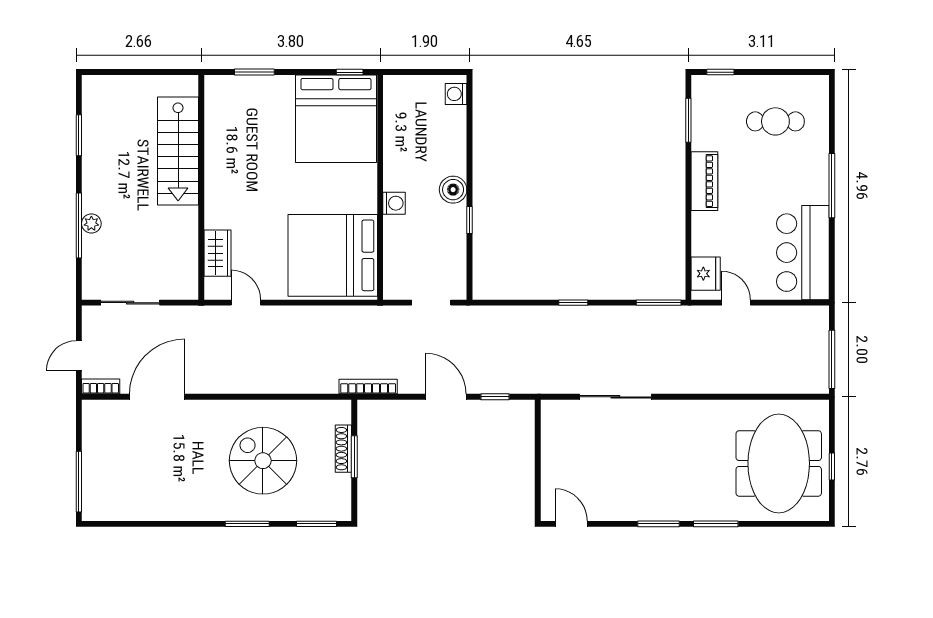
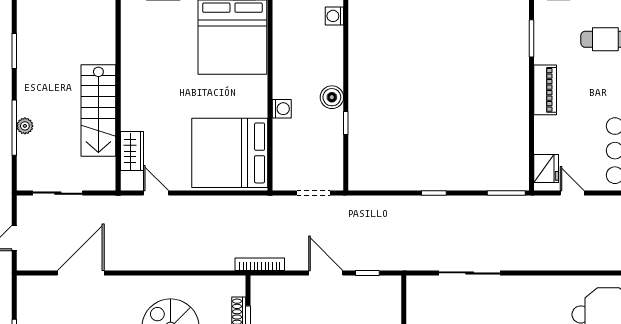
stairs: (178, 151) -> (98, 110), moved
bookcase: (101, 386) -> (33, 264), removed

